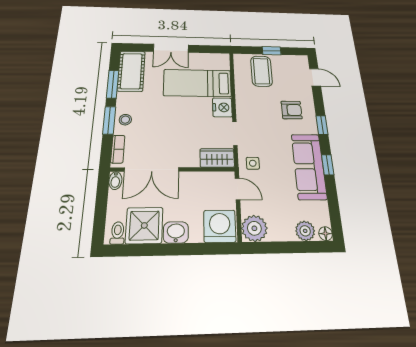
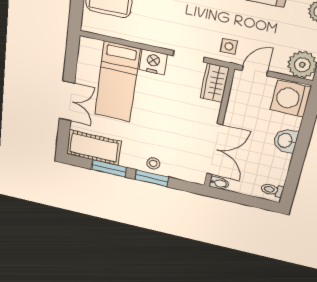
bookcase: (118, 149) -> (186, 176), removed
shower: (144, 225) -> (271, 167), removed

